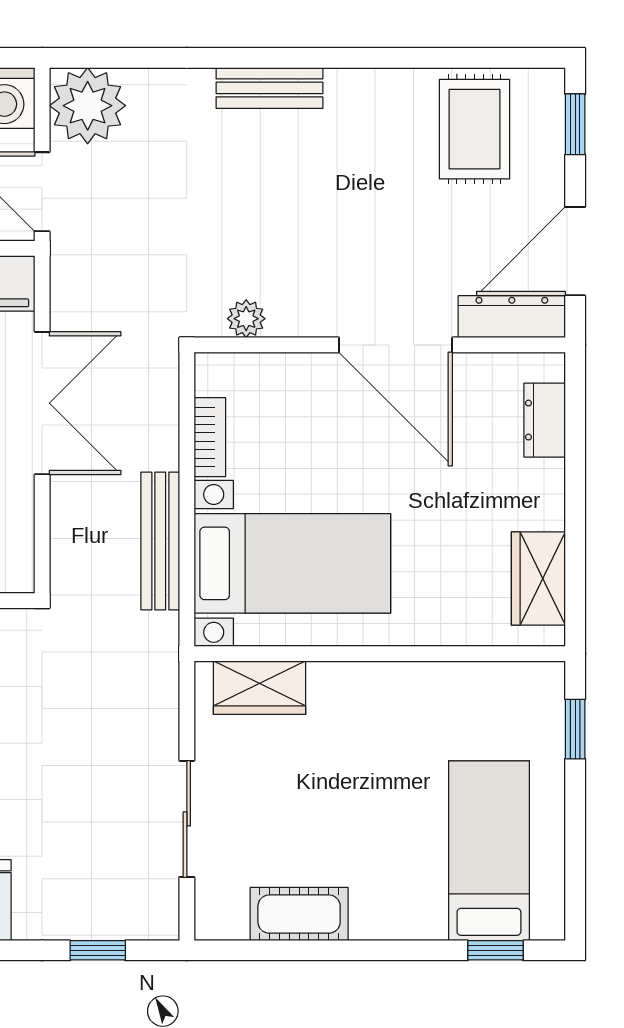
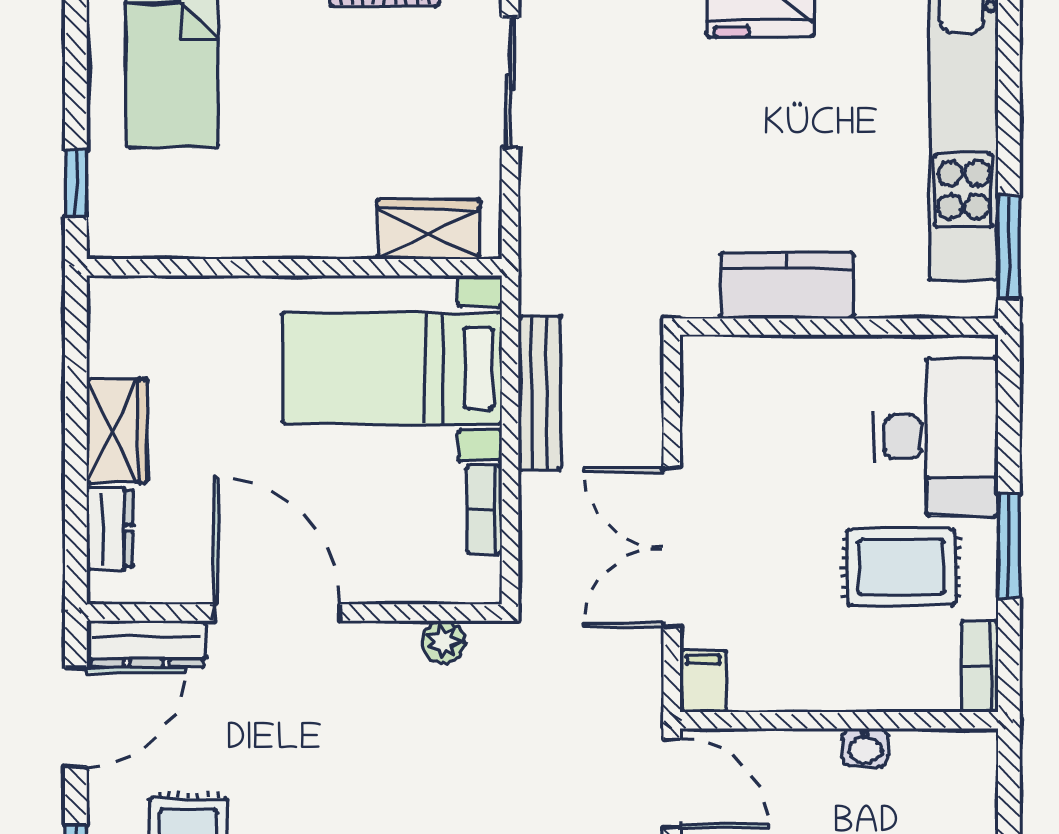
wardrobe: (538, 579) -> (117, 431), moved

